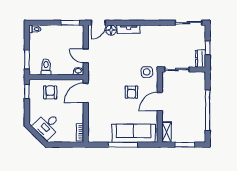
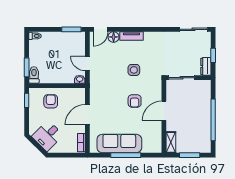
toilet: (46, 67) -> (34, 75), moved
side table: (147, 72) -> (134, 70), moved
door: (86, 93) -> (87, 115), moved
sofa: (134, 133) -> (119, 143), moved

